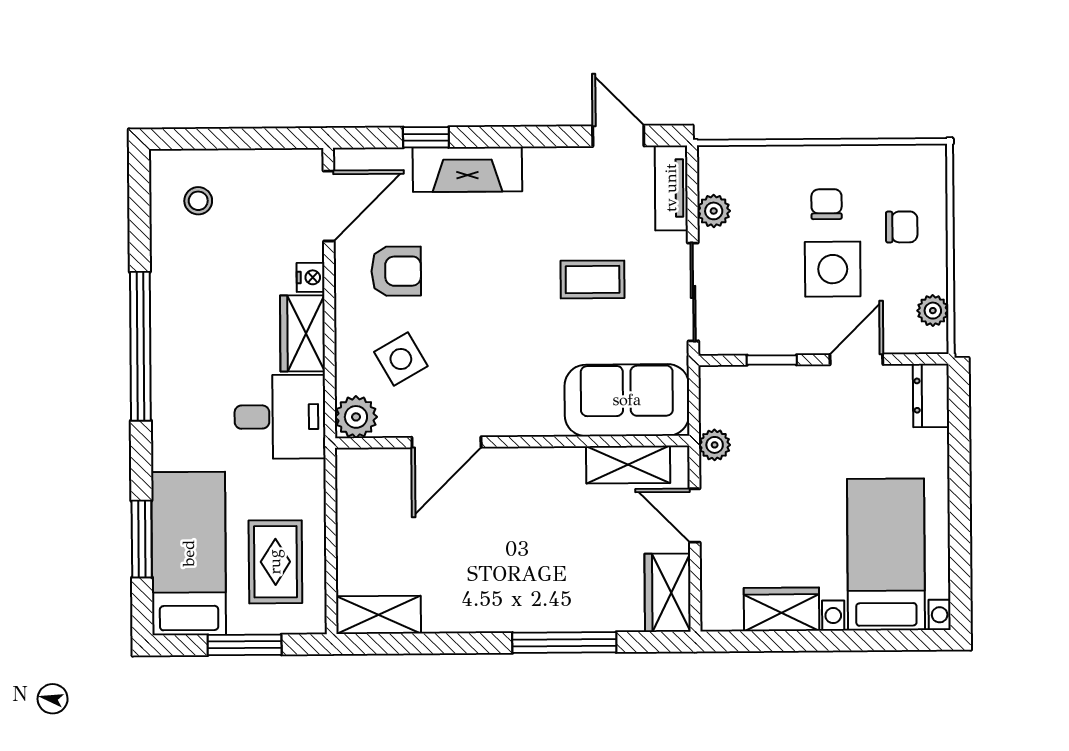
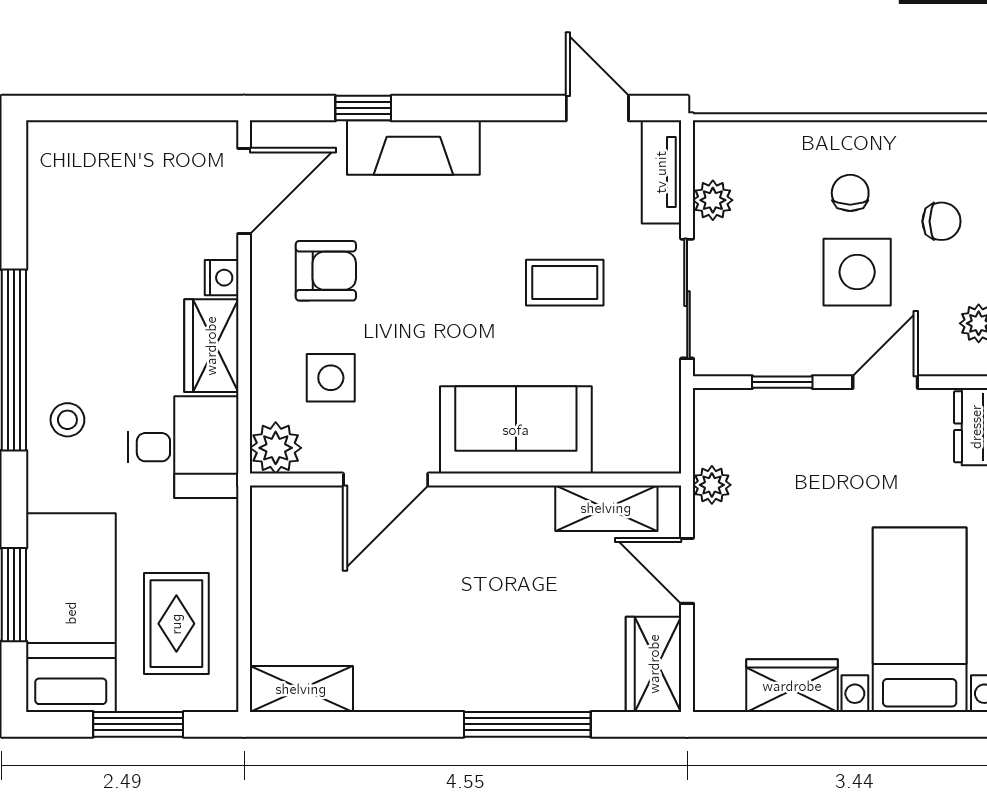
stool: (198, 201) -> (67, 420), moved
side table: (401, 359) -> (331, 378), turned 30
sofa: (627, 400) -> (516, 430), moved

